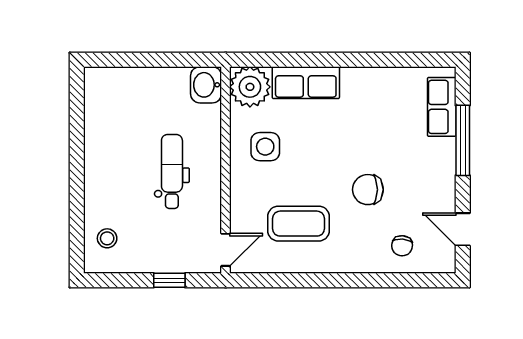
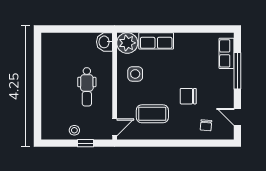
dental chair: (172, 171) -> (87, 87), turned 180
stool: (107, 238) -> (74, 130), moved

